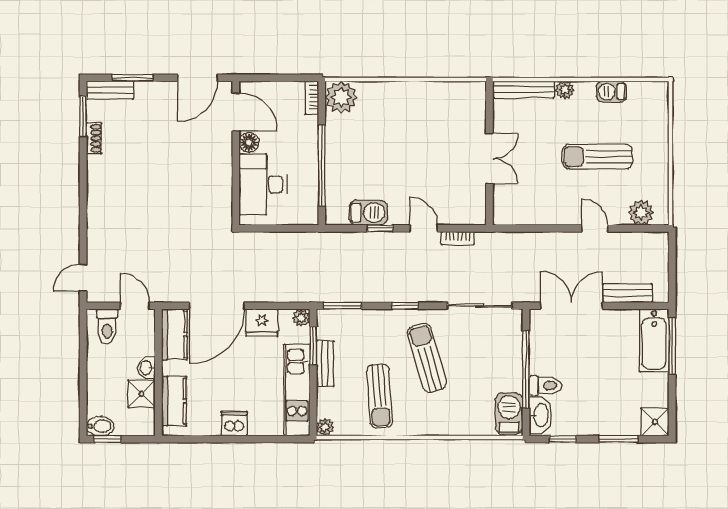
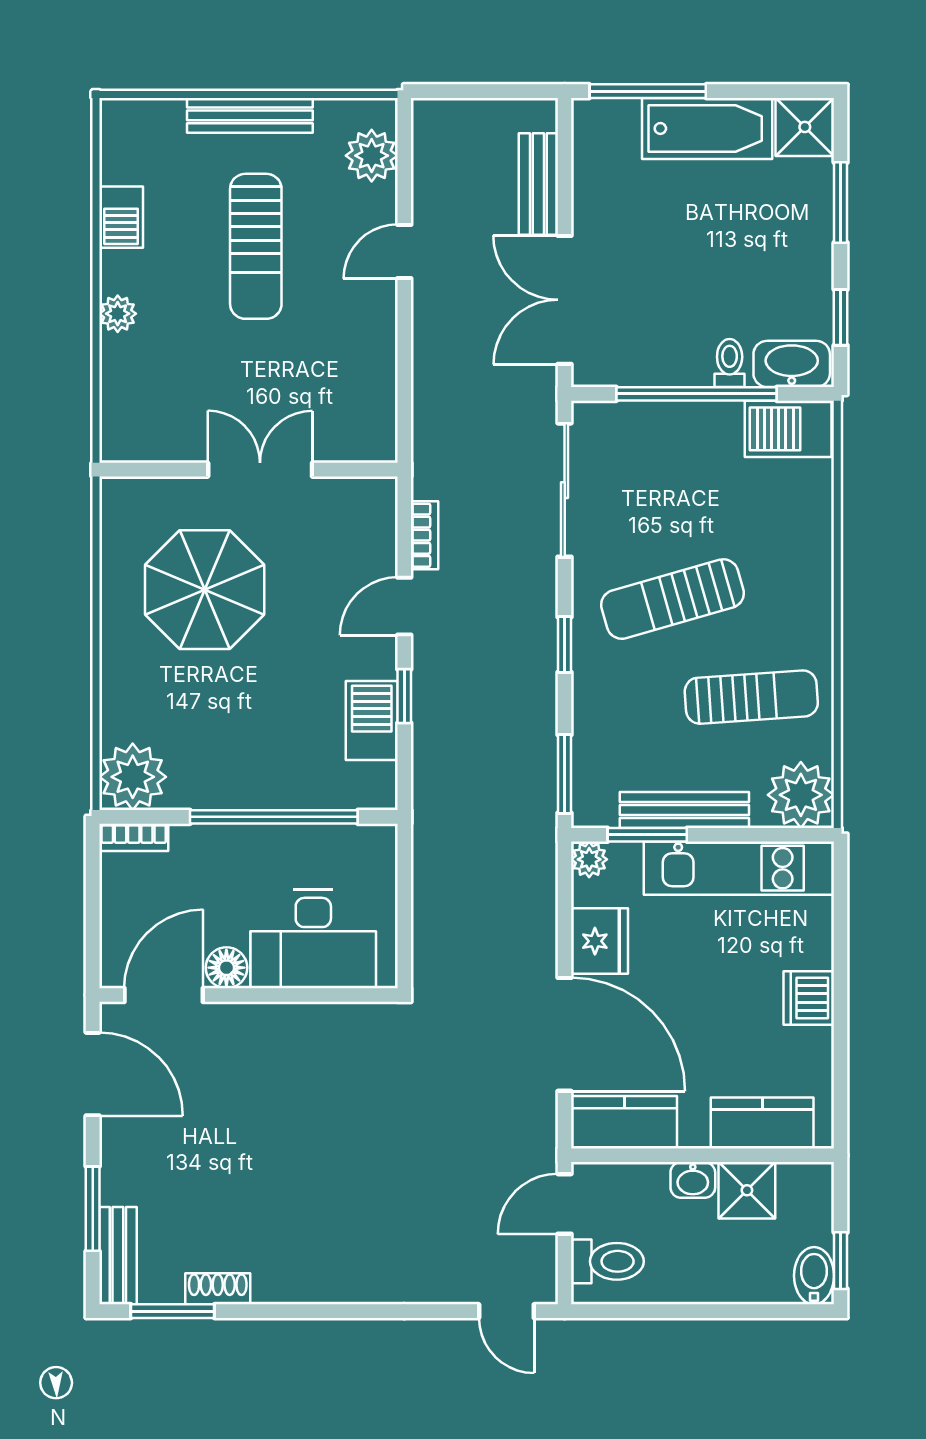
bench: (524, 90) -> (250, 115), moved, turned 90
parasol: (431, 132) -> (205, 590), added
bathtub: (654, 340) -> (707, 128), moved
bench: (325, 364) -> (684, 810), width x1.36
toilet: (545, 385) -> (730, 363), width x0.73, depth x0.72
plant: (325, 427) -> (801, 795), width x1.88, depth x1.88

